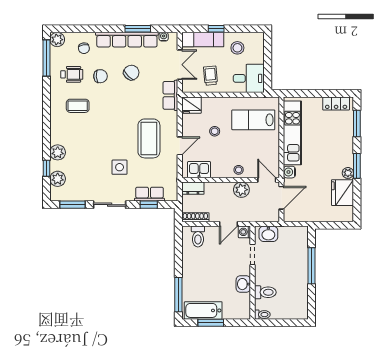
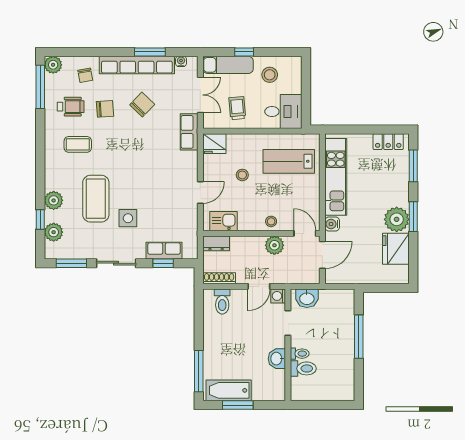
coffee table: (149, 138) -> (96, 199), moved
plant: (348, 173) -> (397, 219), width x1.87, depth x1.87
toilet: (262, 315) -> (300, 354), moved

